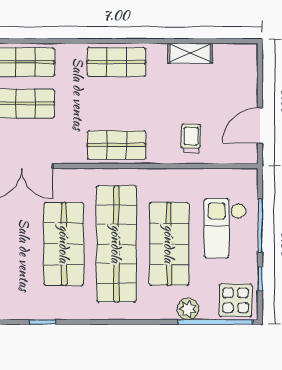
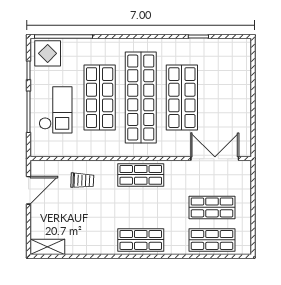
shelving: (190, 53) -> (47, 247), moved
trolley: (191, 138) -> (82, 180), turned -88
plant: (188, 309) -> (85, 47), removed

